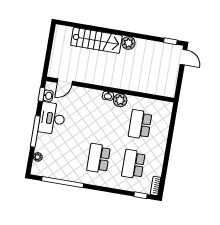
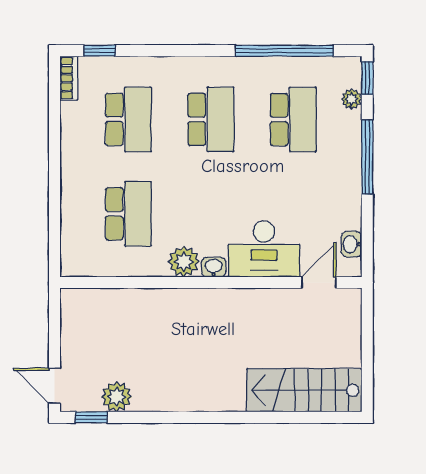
stairs: (96, 40) -> (304, 390), moved
plant: (128, 43) -> (117, 397), moved
window: (41, 94) -> (367, 78), moved
desk: (52, 118) -> (264, 249), moved, turned 90
school desk: (64, 152) -> (293, 119), added

